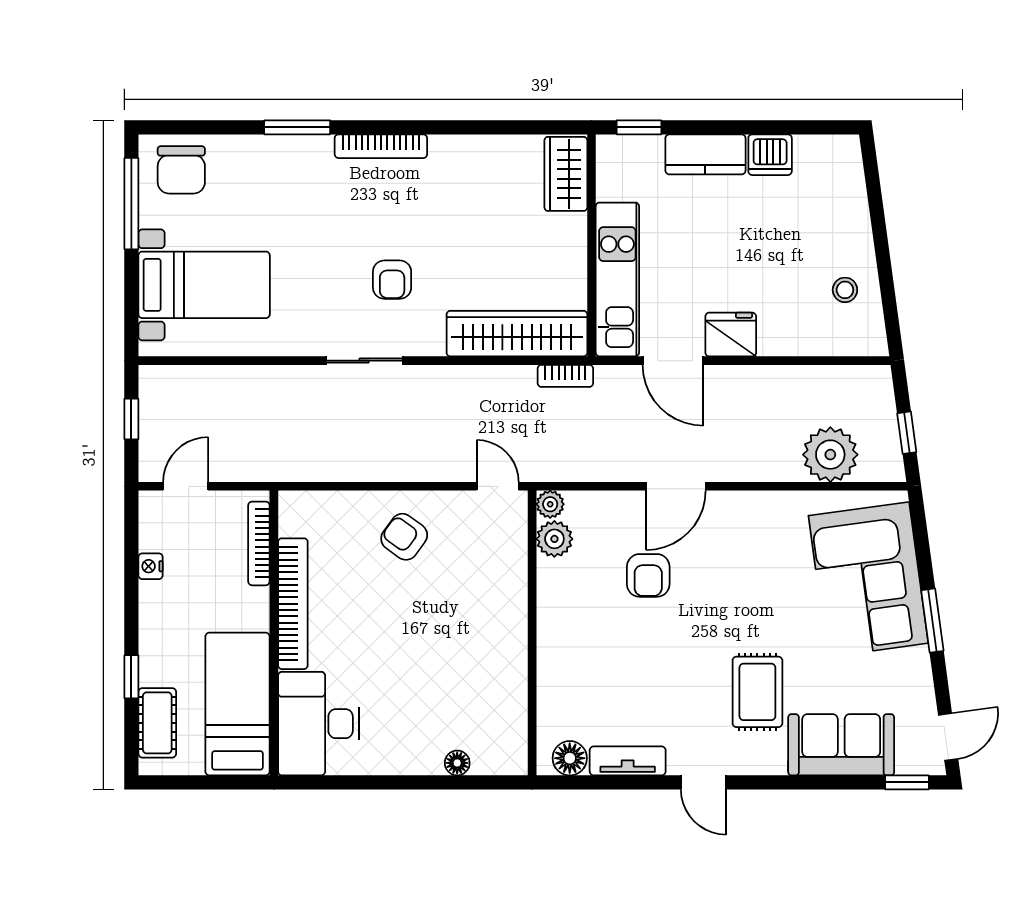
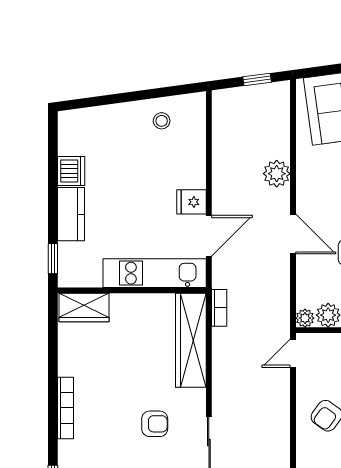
bookcase: (381, 146) -> (65, 408), moved
fridge: (731, 335) -> (191, 202), width x0.72
plant: (830, 455) -> (277, 174), moved, width x0.73, depth x0.73

